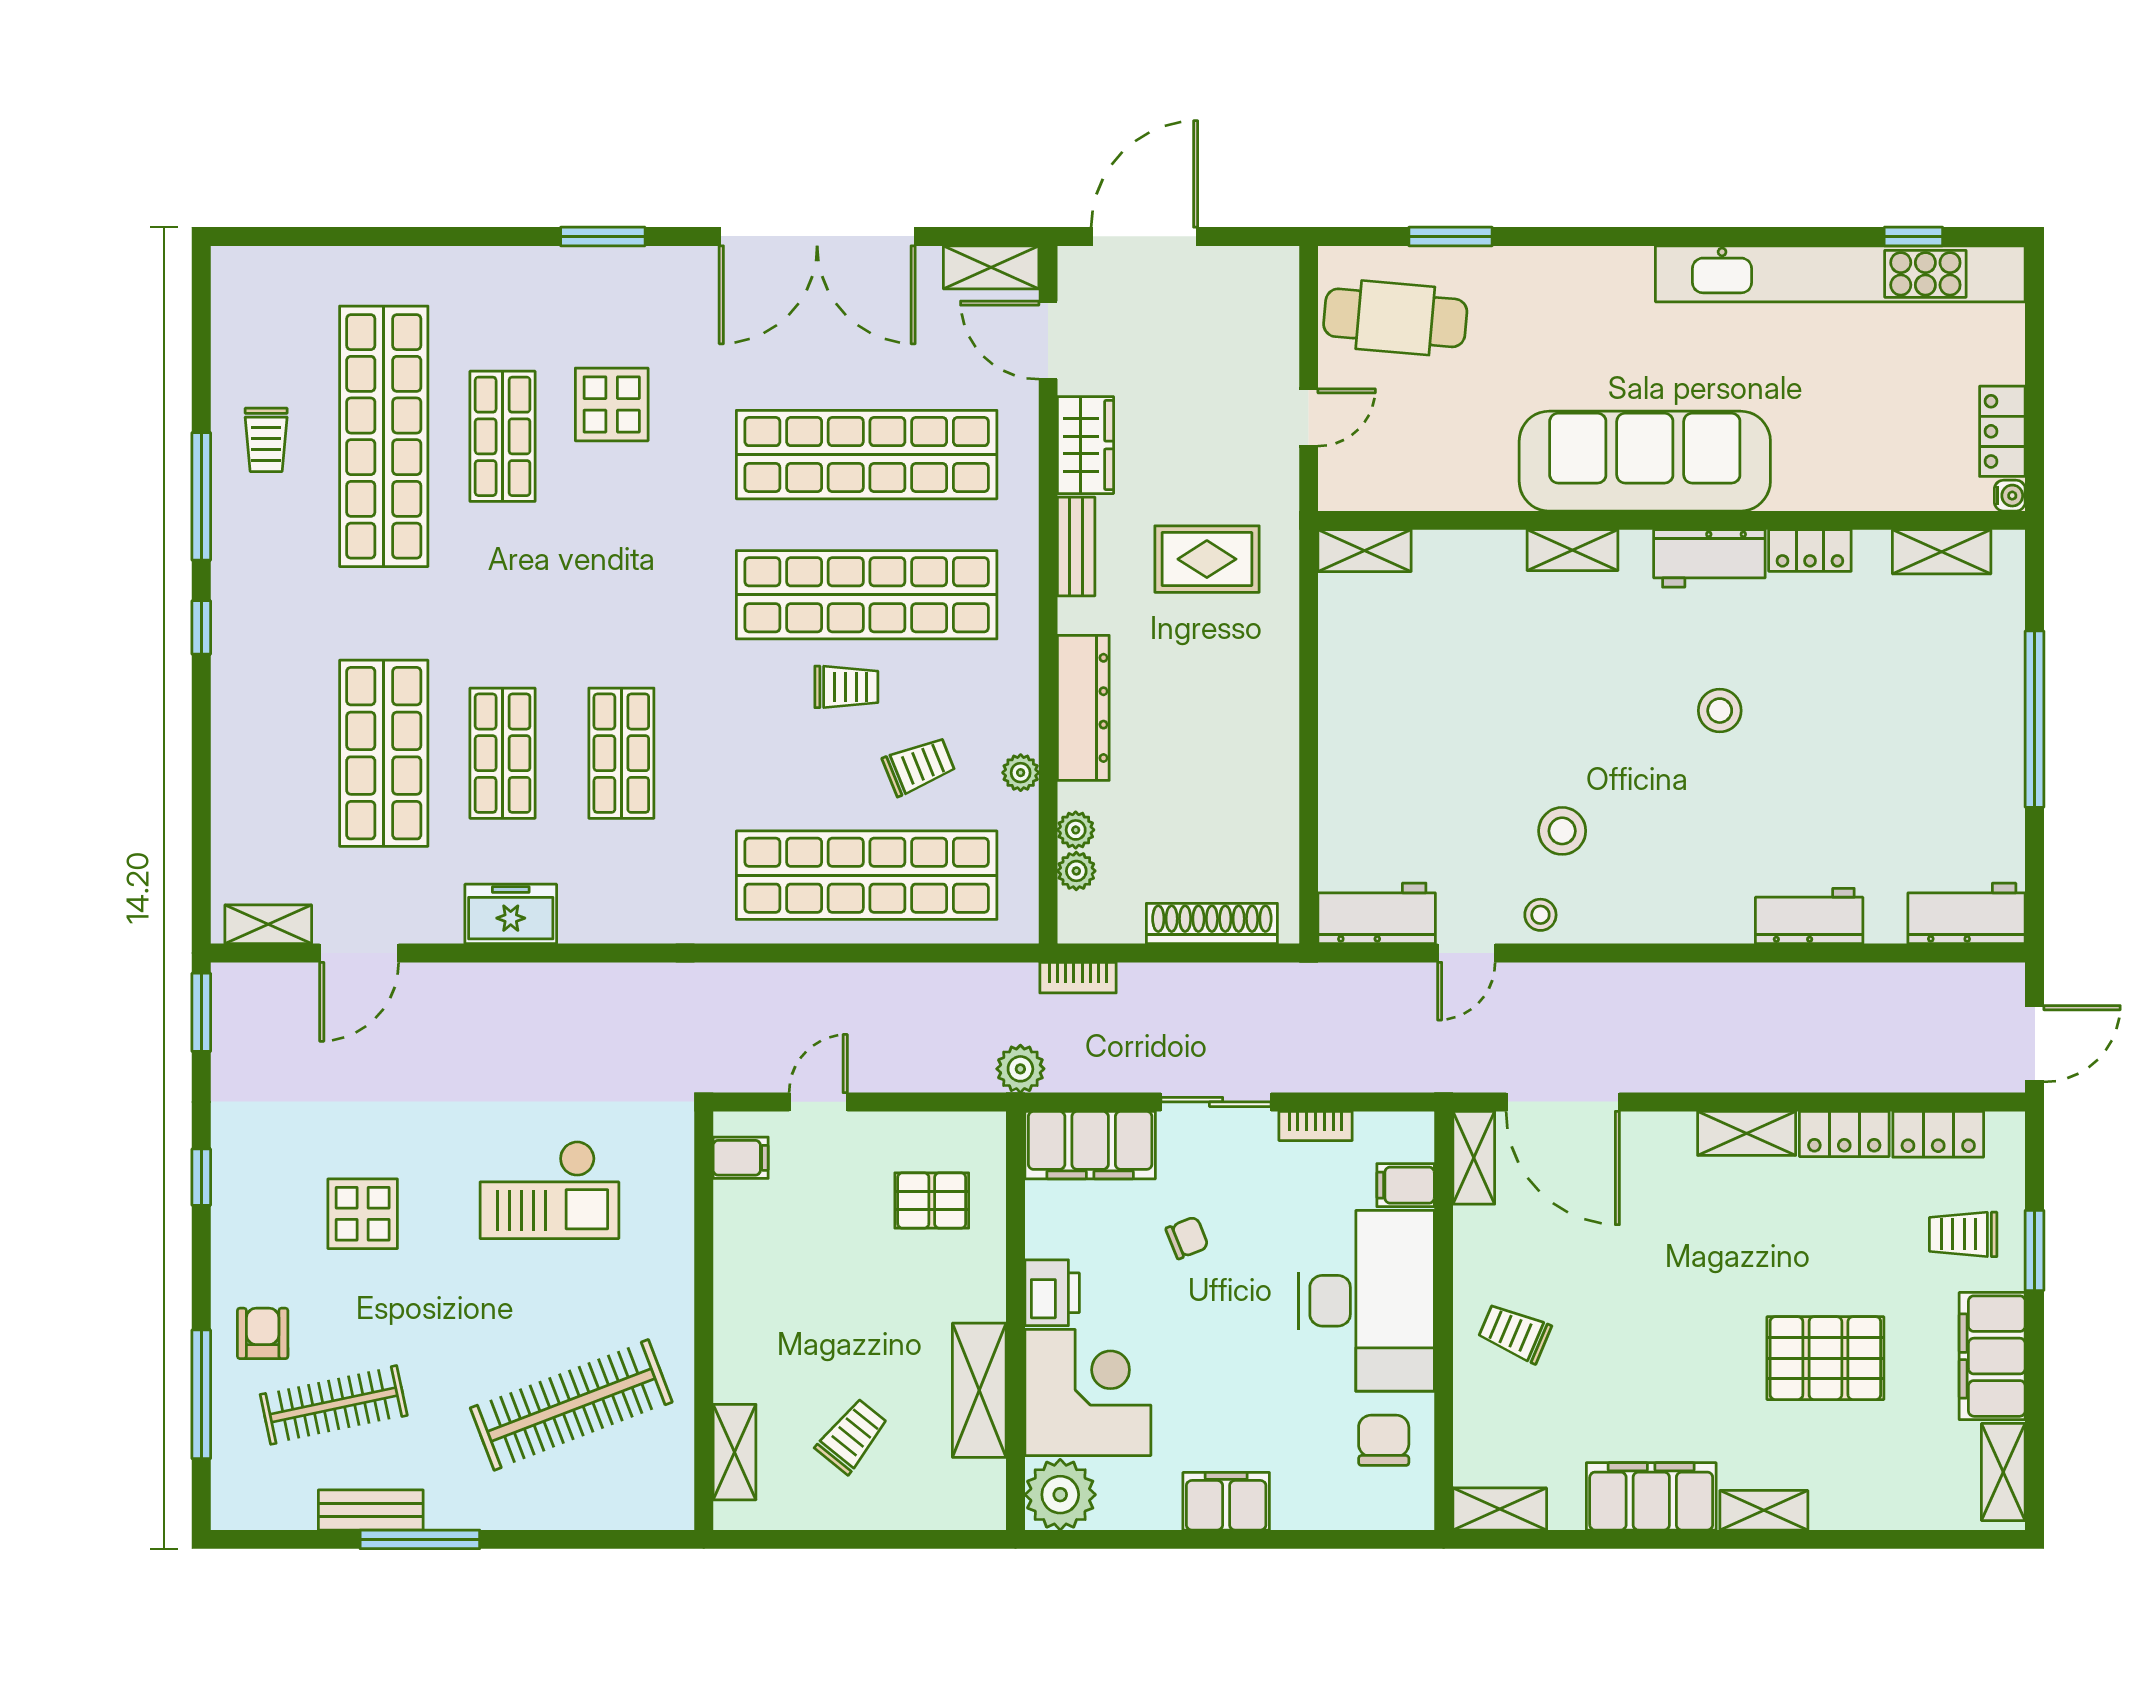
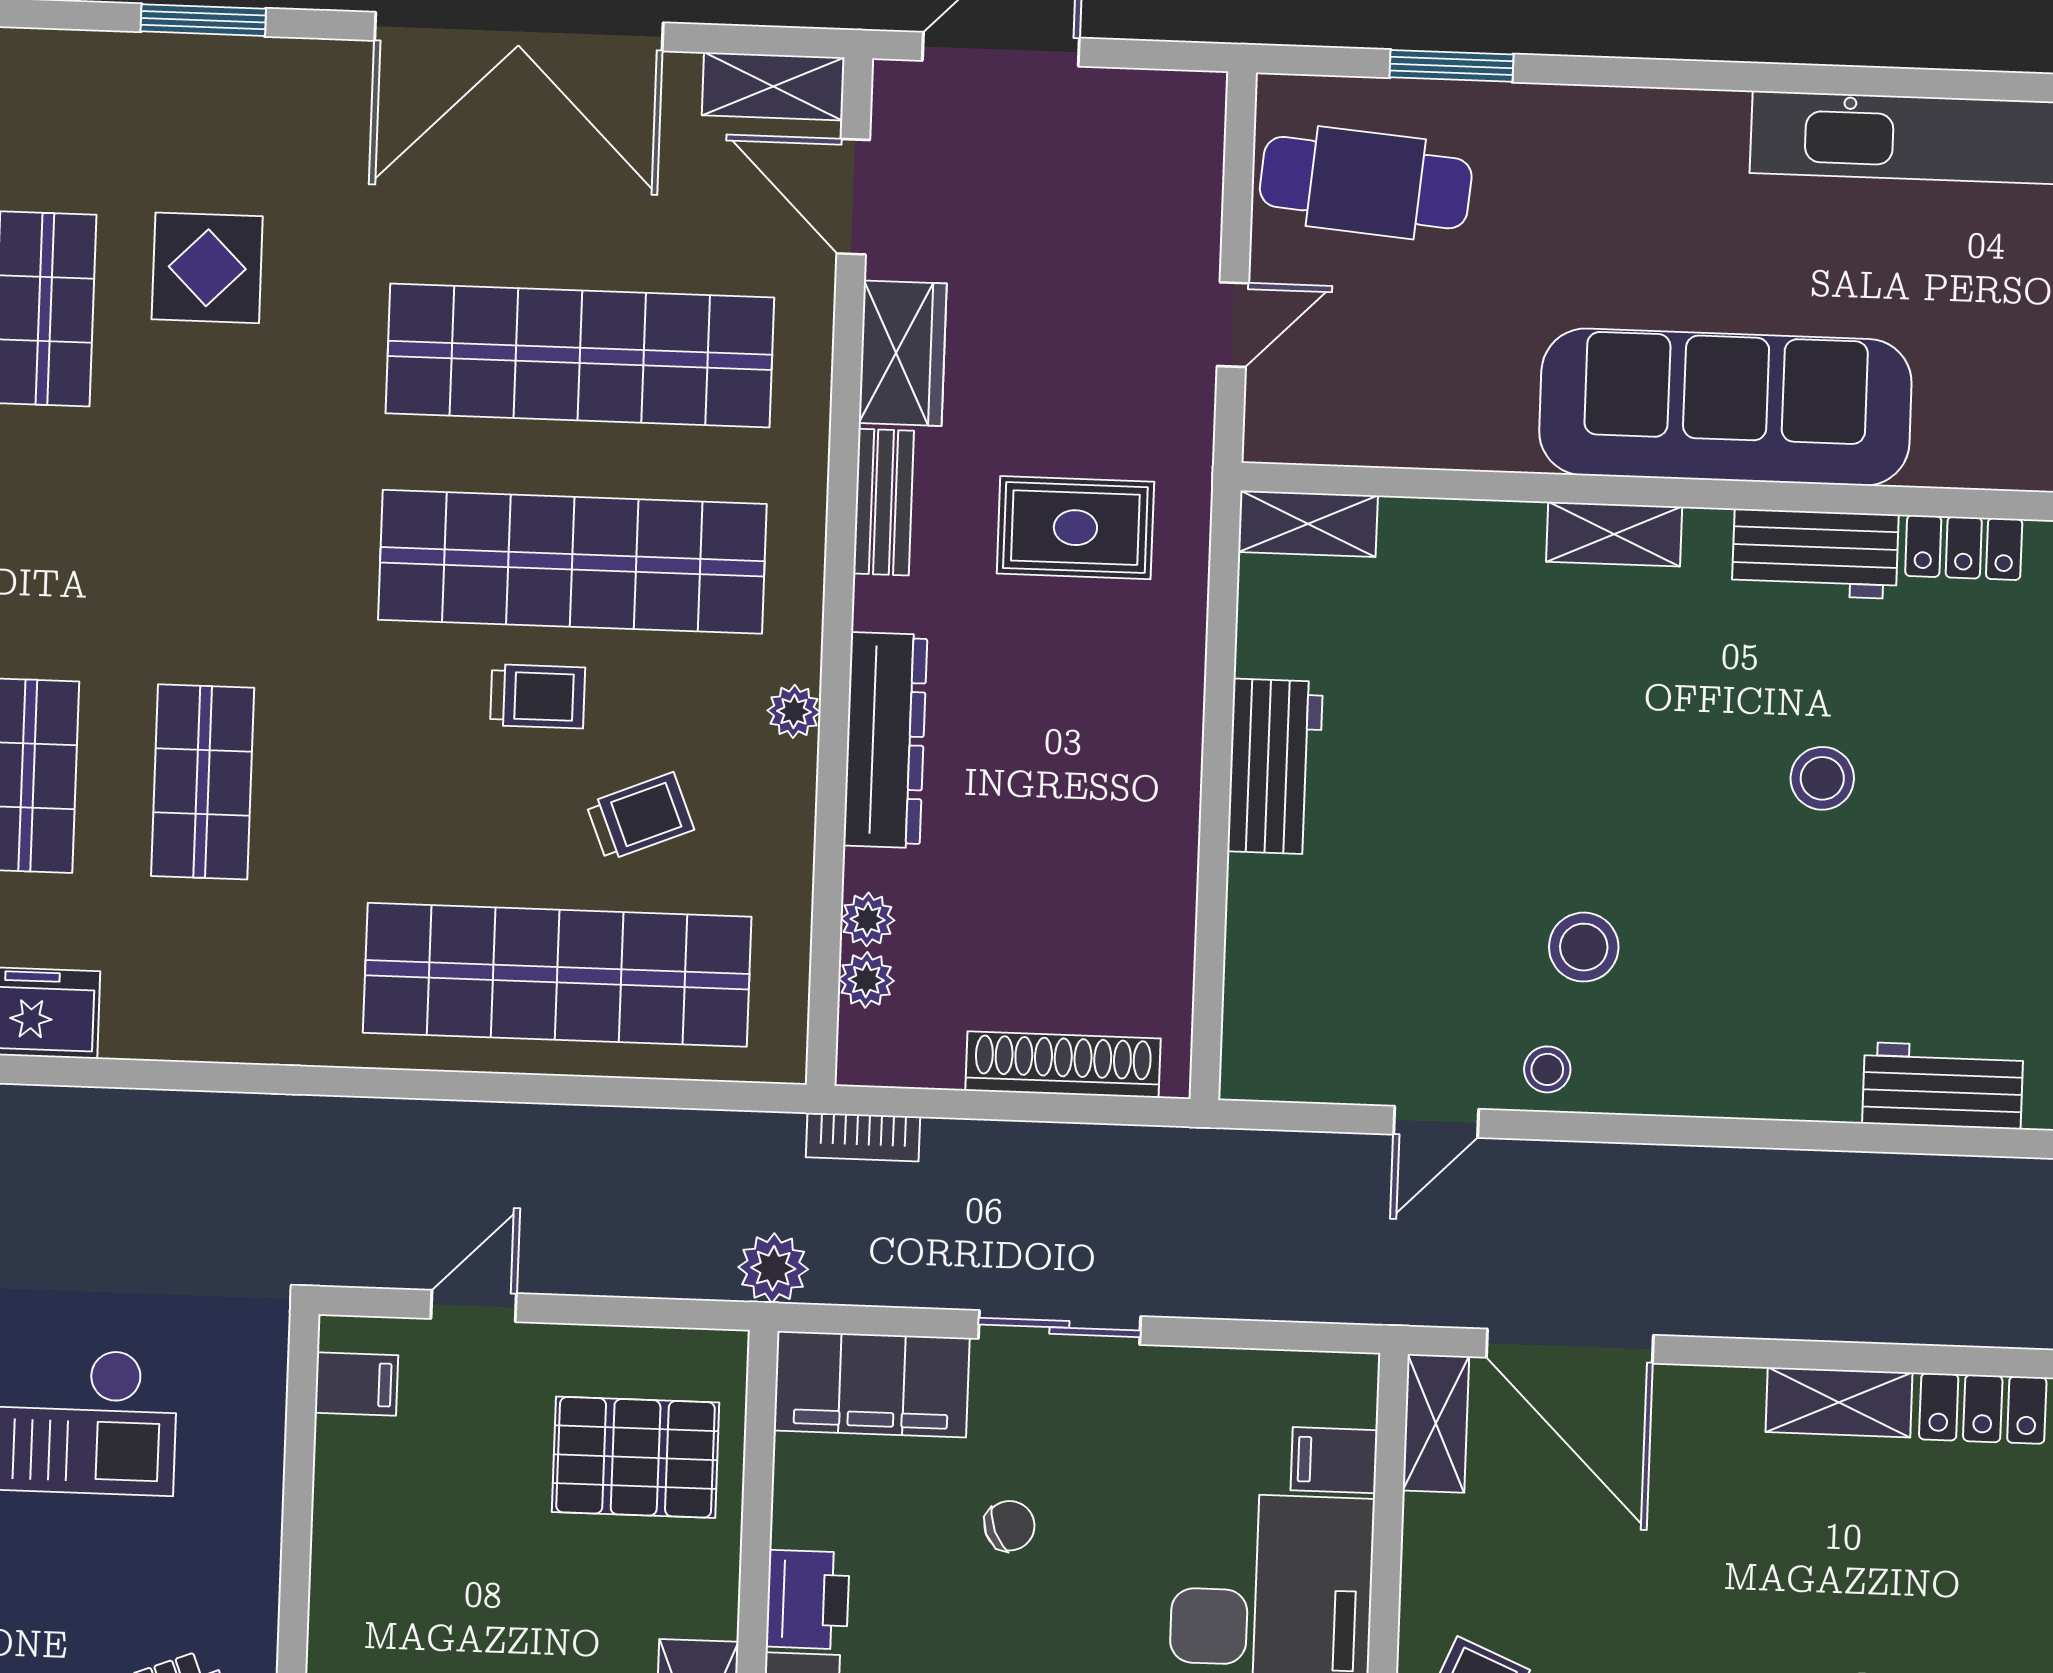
plant: (1021, 773) -> (794, 711), moved
workbench: (1377, 913) -> (1275, 766), moved, turned 90
bookcase: (1316, 1126) -> (1205, 1368), removed
pallet: (932, 1201) -> (636, 1457), width x1.50, depth x1.42

